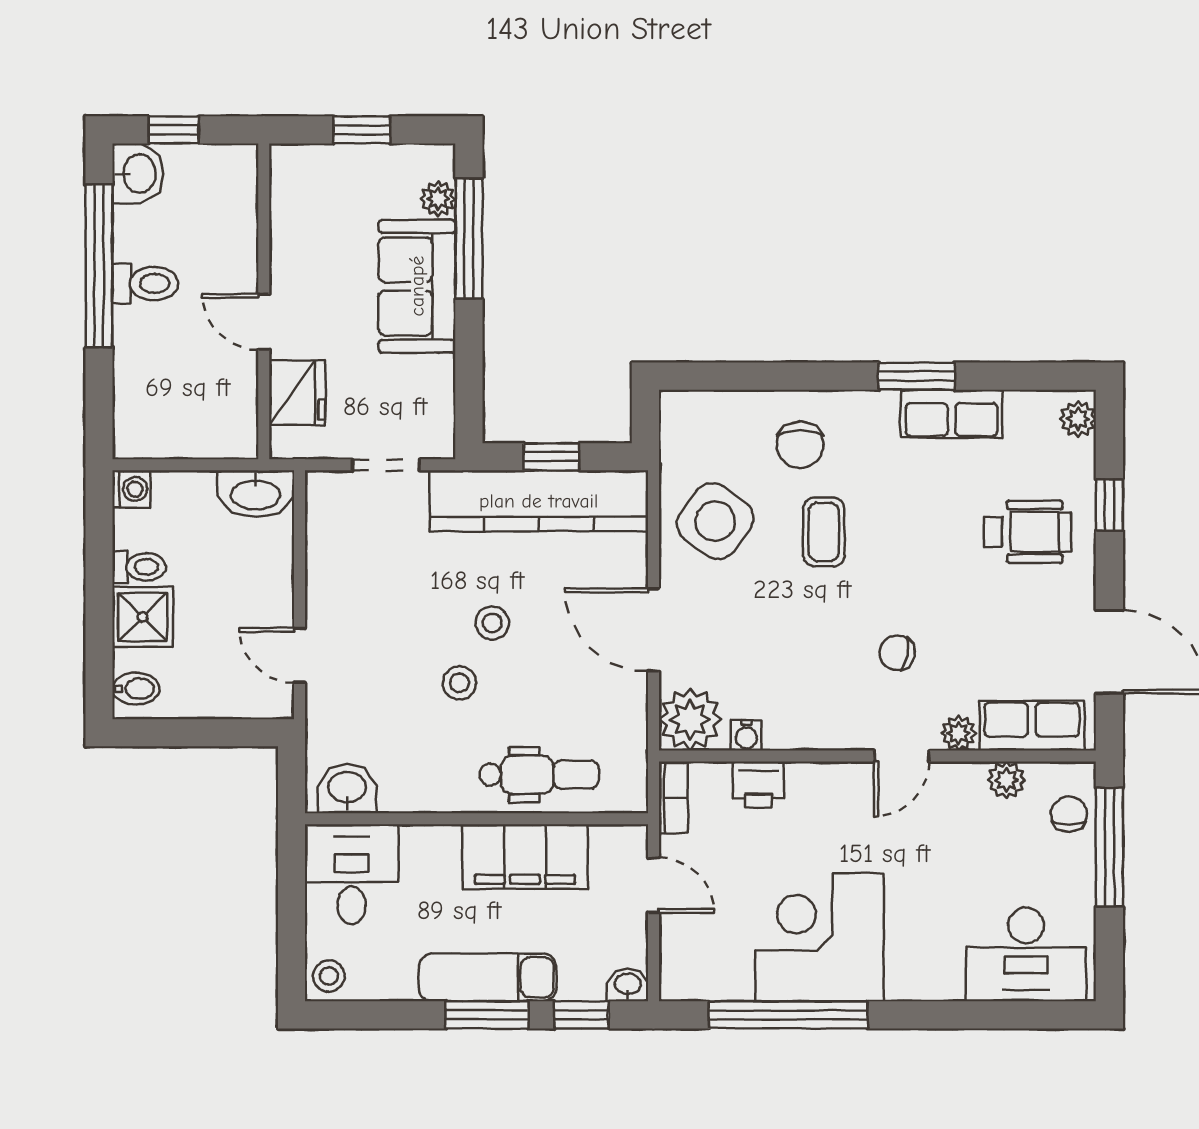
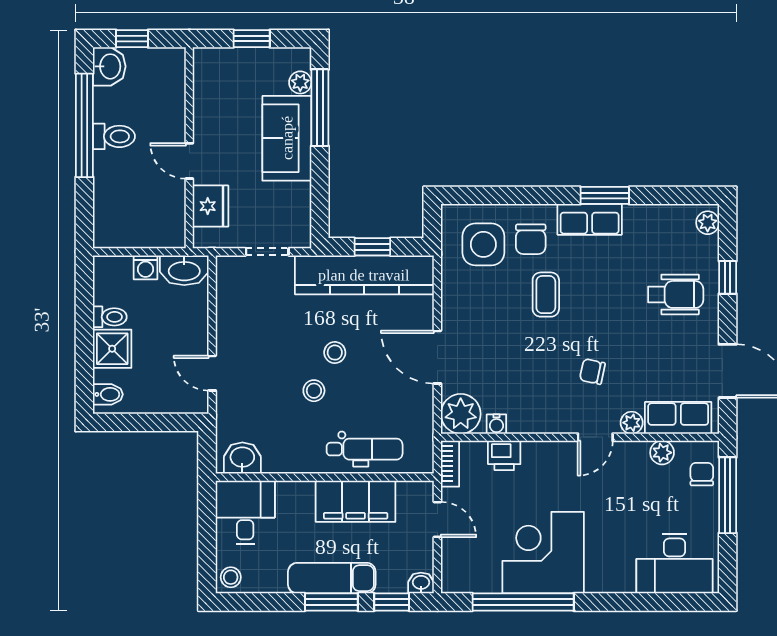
row of seats: (952, 414) -> (590, 219), moved
washing machine: (131, 489) -> (145, 267), moved, turned 90
side table: (715, 521) -> (483, 244), moved, turned -36

